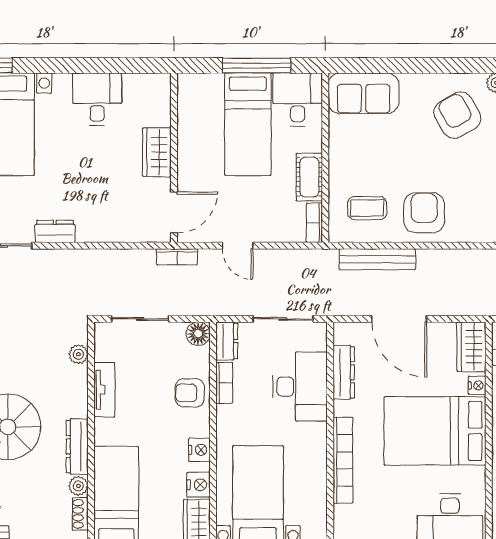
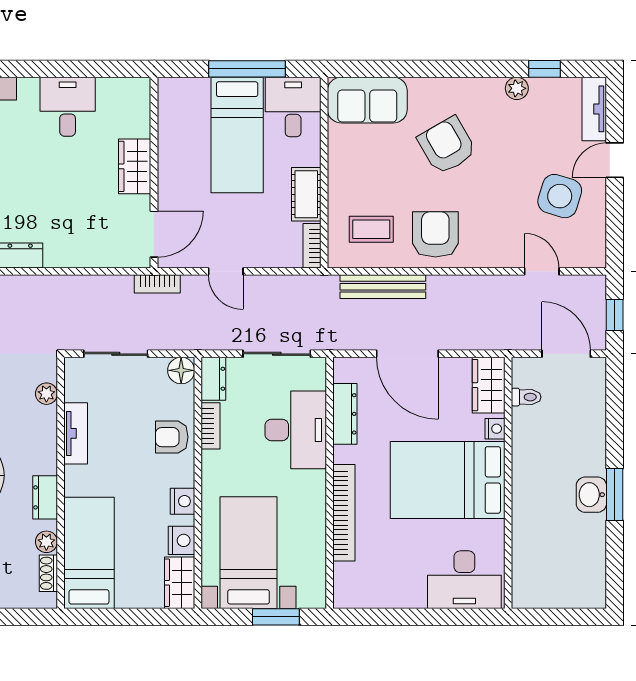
armchair: (457, 115) -> (447, 145), moved
dresser: (77, 447) -> (45, 497), width x0.70

